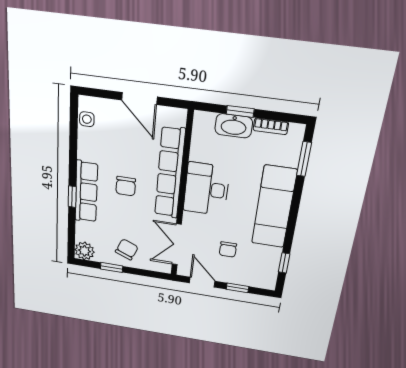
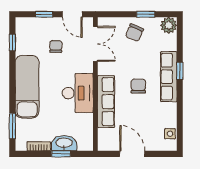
row of seats: (170, 173) -> (106, 102), width x0.73

